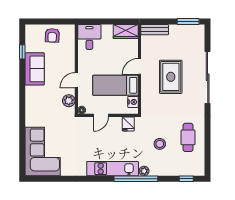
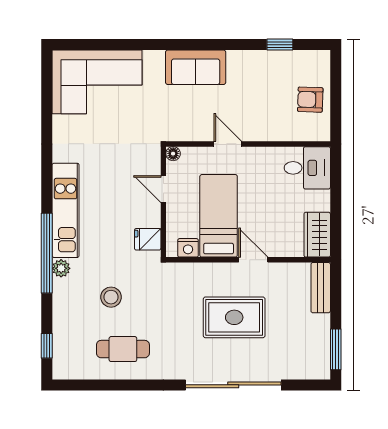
sofa: (35, 69) -> (196, 67), moved
plant: (69, 101) -> (190, 130), removed

